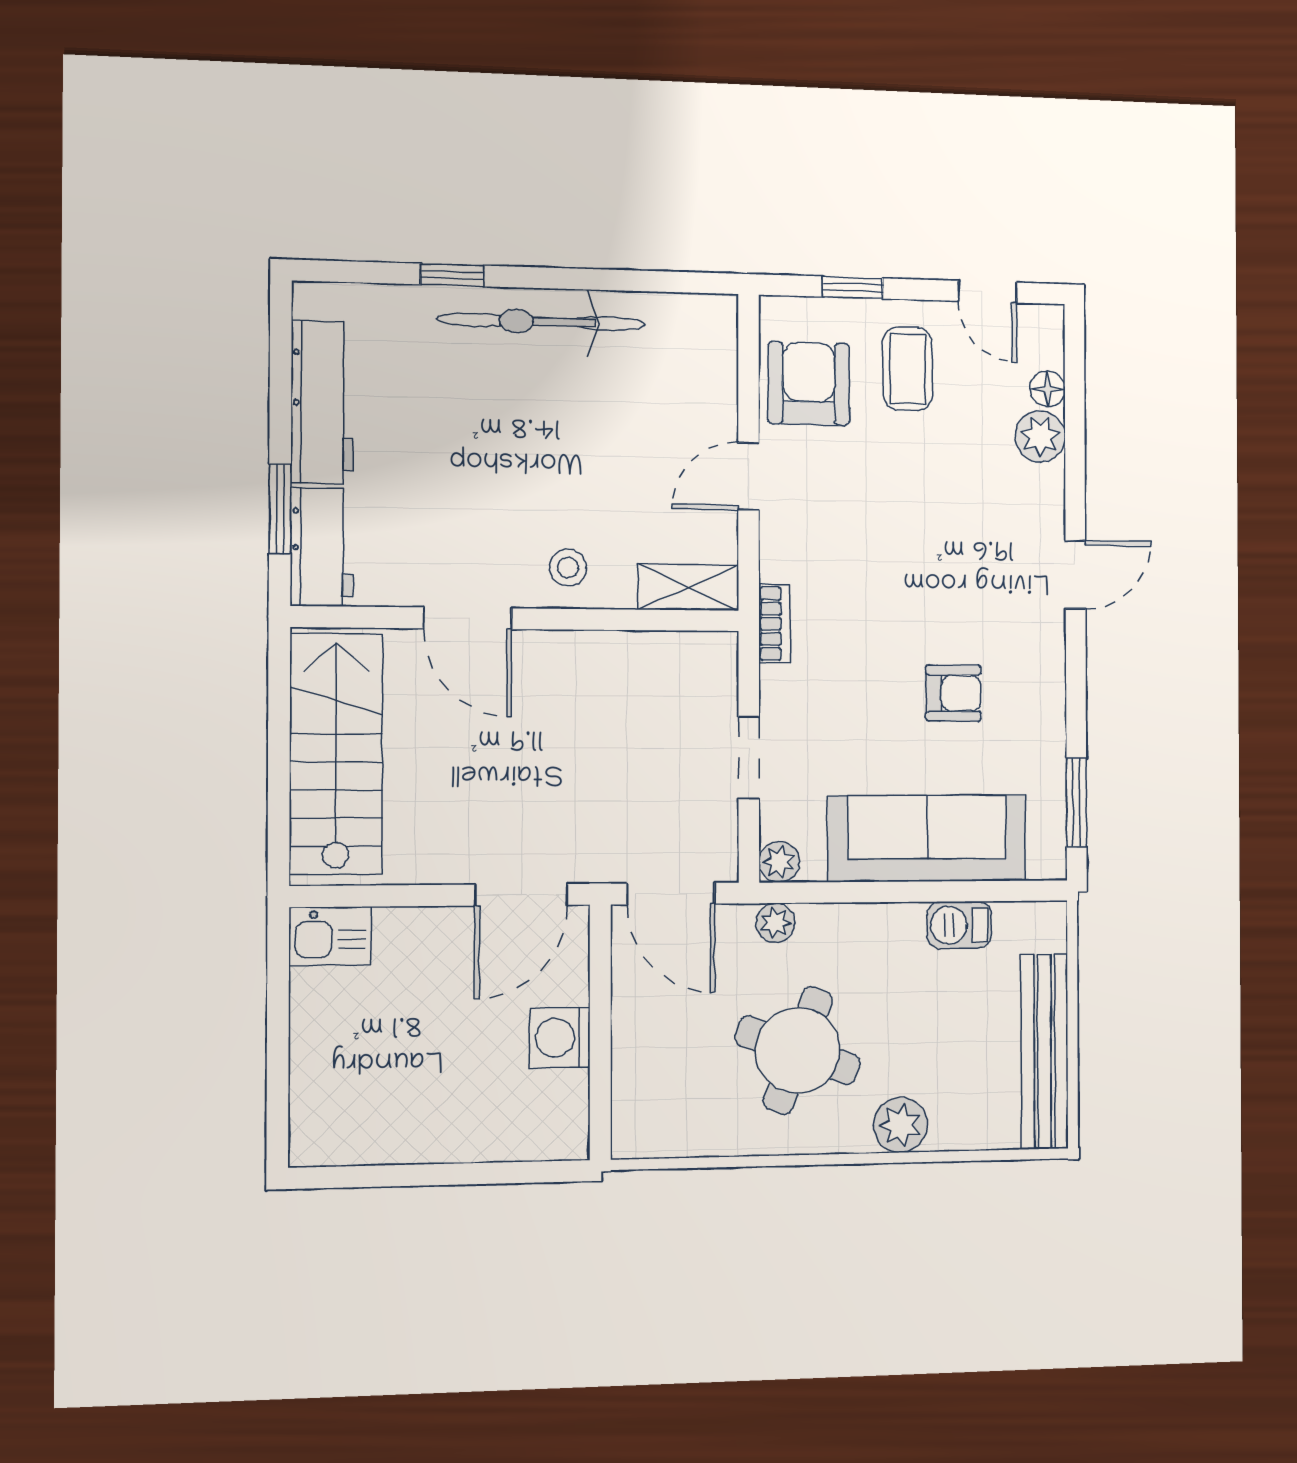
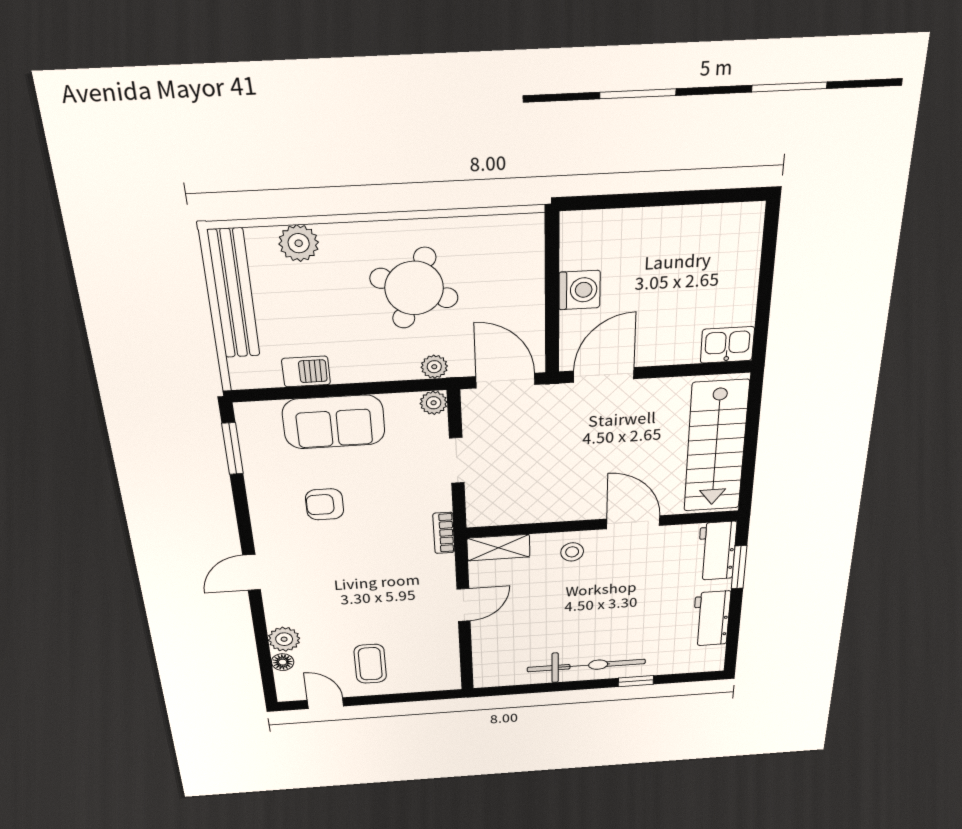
window: (853, 288) -> (406, 697), removed
armchair: (809, 384) -> (430, 652), removed
workbench: (322, 402) -> (711, 619), width x0.73
sofa: (927, 838) -> (334, 422), width x0.73
plant: (900, 1125) -> (299, 243), moved

